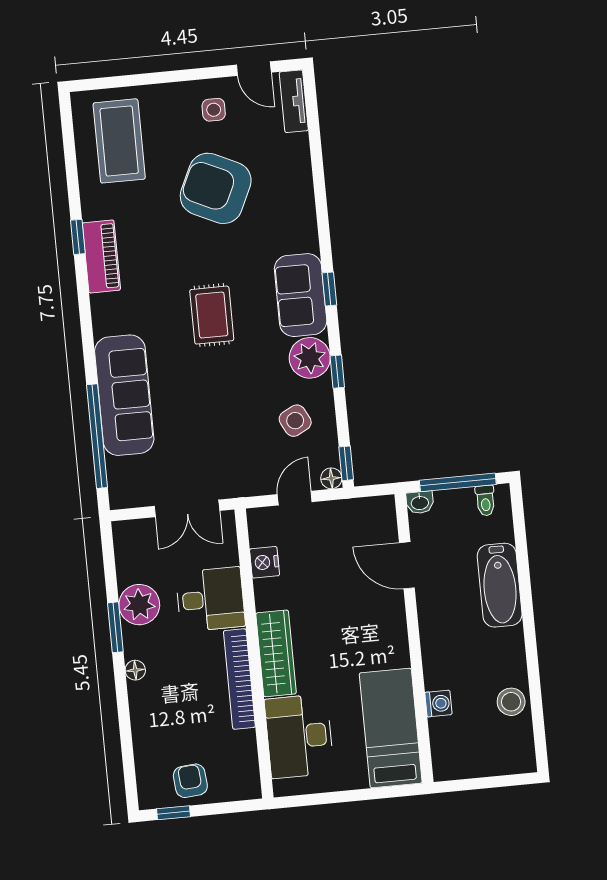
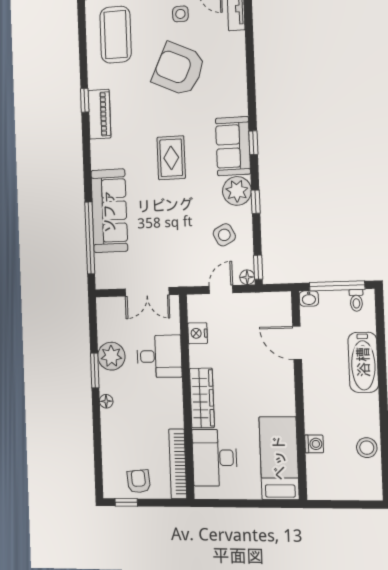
bookcase: (239, 679) -> (178, 464), moved

